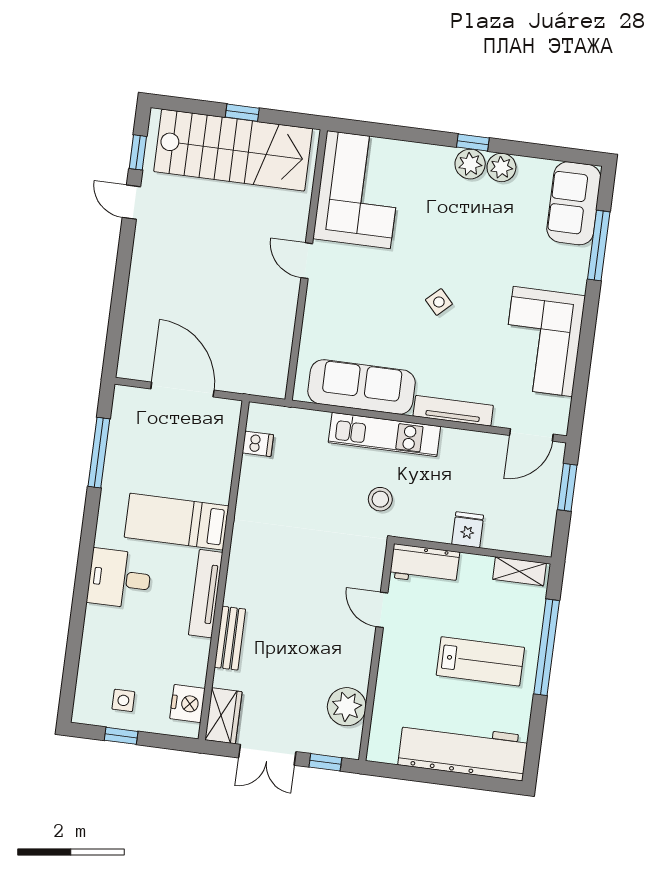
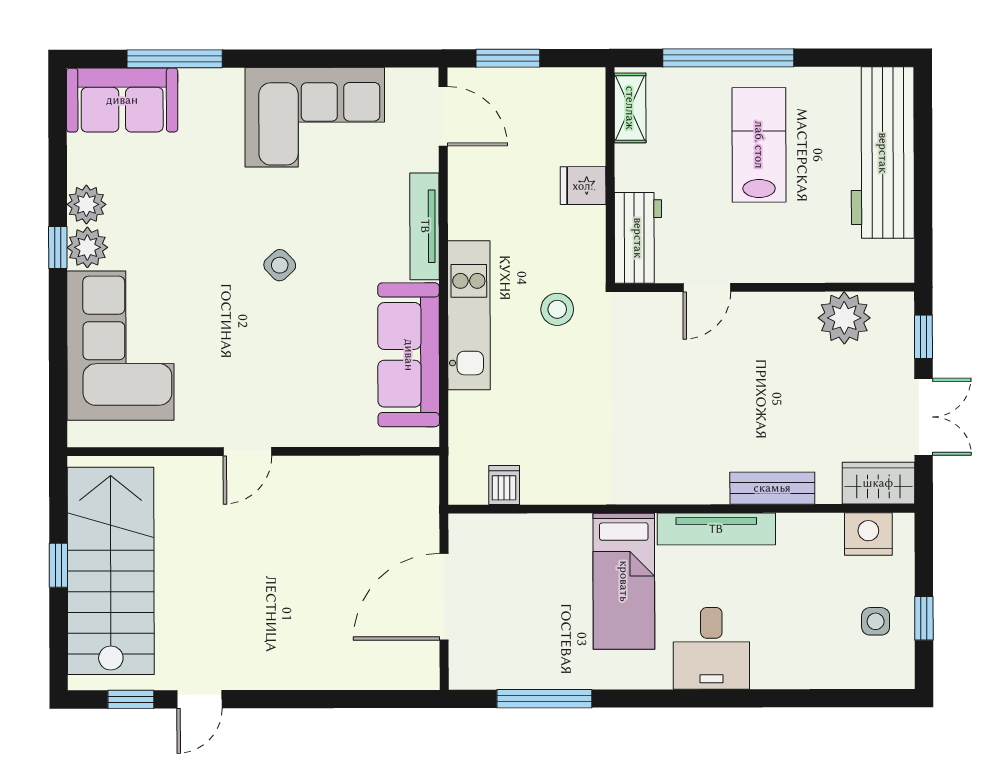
corner sofa: (359, 190) -> (120, 346), moved, turned 90

